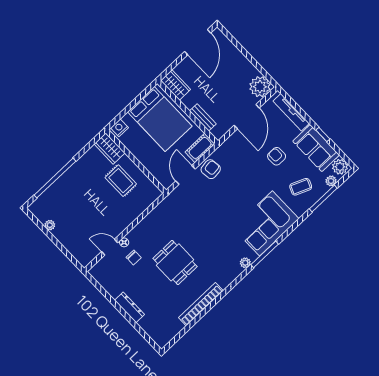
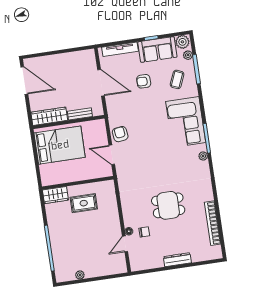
wardrobe: (176, 85) -> (49, 116), width x1.50
plant: (260, 87) -> (86, 59), removed
nightstand: (120, 128) -> (46, 178), removed
cot: (200, 148) -> (100, 131), removed
bookcase: (201, 304) -> (213, 223), moved

